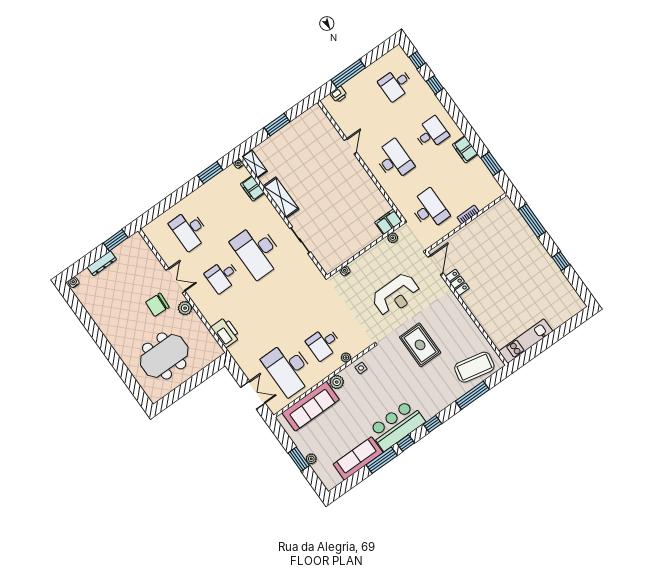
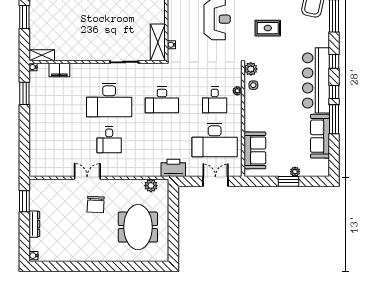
shelving: (281, 198) -> (158, 42), moved, turned 90
desk: (189, 230) -> (162, 100), moved
plant: (185, 308) -> (151, 186), moved
printer: (226, 332) -> (173, 168), moved
rug: (420, 345) -> (268, 28), width x0.73, depth x0.70
plant: (337, 382) -> (251, 69), moved
sofa: (311, 406) -> (255, 150), width x0.73
bar counter: (397, 425) -> (316, 80), width x1.36

